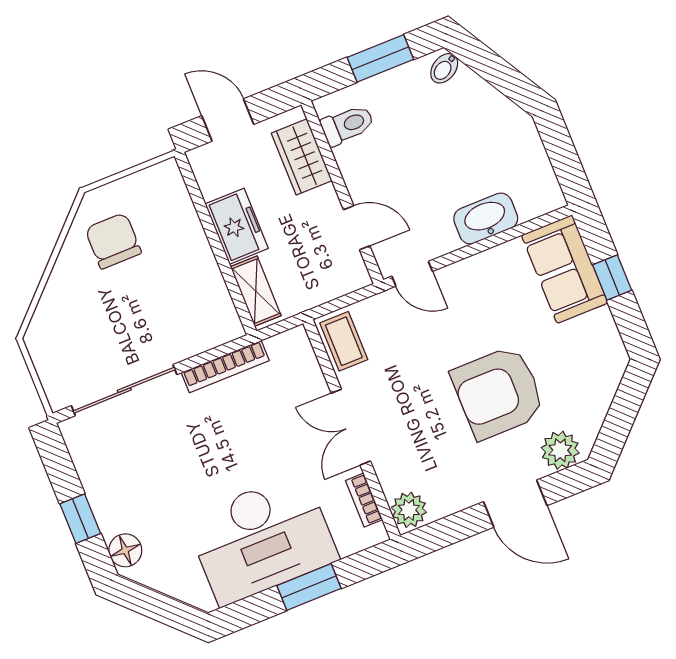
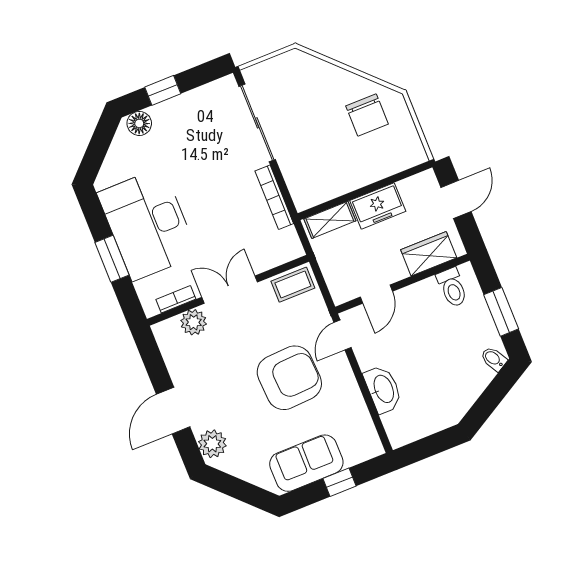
chair: (113, 241) -> (367, 115), turned 90
sofa: (565, 269) -> (306, 463), moved
armchair: (498, 393) -> (289, 378), moved, turned 87
plant: (409, 510) -> (194, 322), moved

